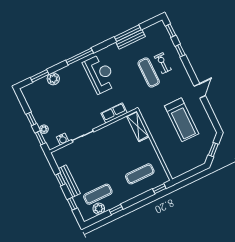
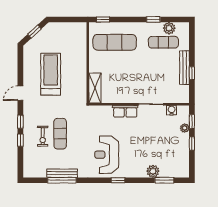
window: (171, 31) -> (20, 122), moved
window: (80, 57) -> (118, 180), width x0.46
row of seats: (114, 113) -> (125, 111), moved
exercise mat: (140, 174) -> (115, 42), width x1.36, depth x1.45
window: (72, 204) -> (192, 45), removed

